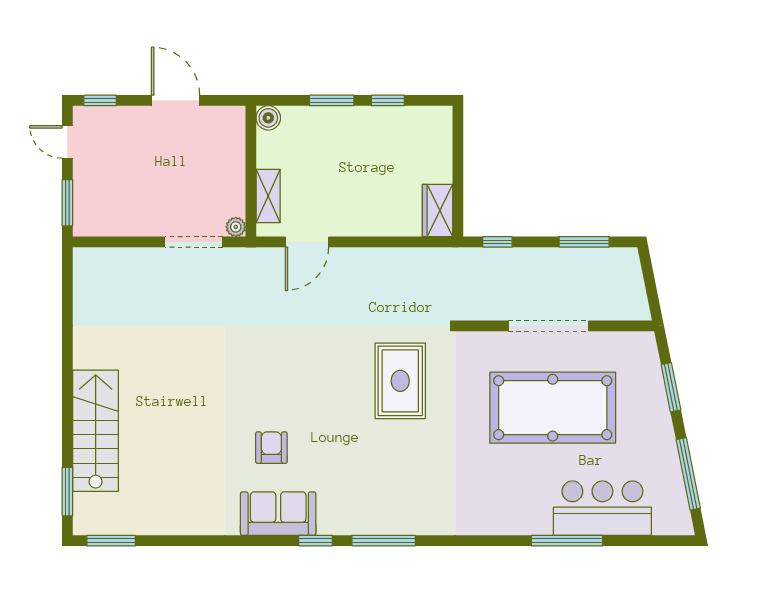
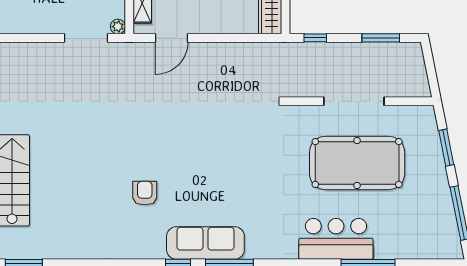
rug: (400, 381) -> (242, 143), removed
bar counter: (602, 508) -> (336, 239), moved
sofa: (278, 514) -> (205, 243), moved, width x1.36

